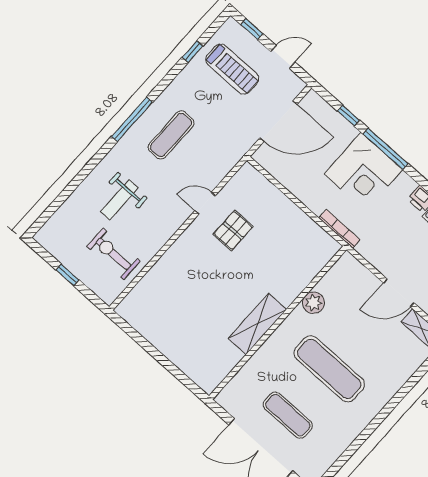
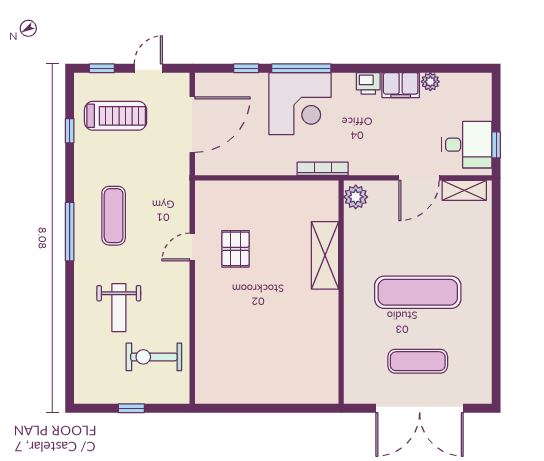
plant: (313, 303) -> (356, 197), moved
shelving: (257, 324) -> (325, 255), moved

